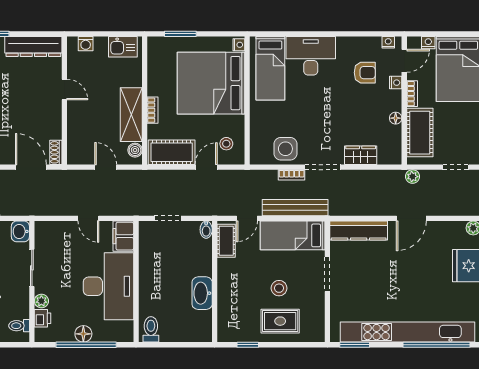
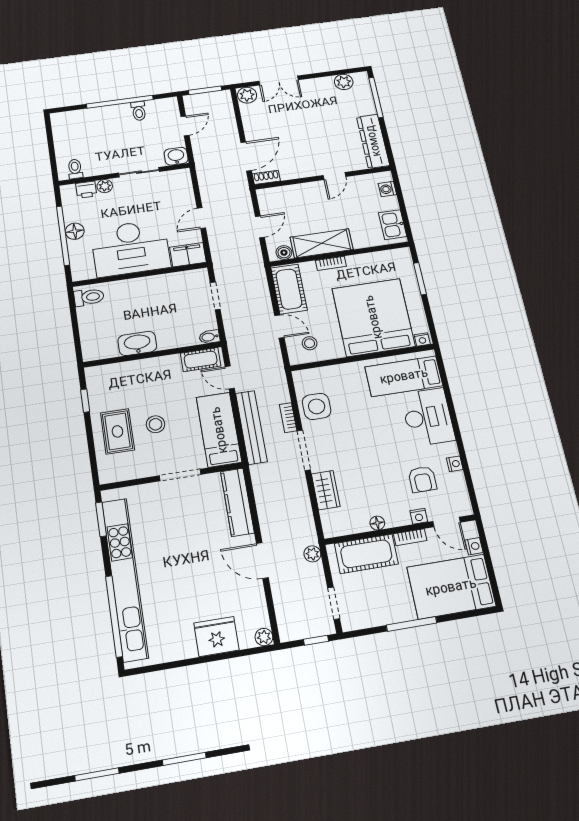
nightstand: (388, 42) -> (455, 464), moved

